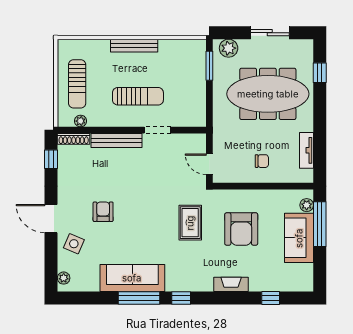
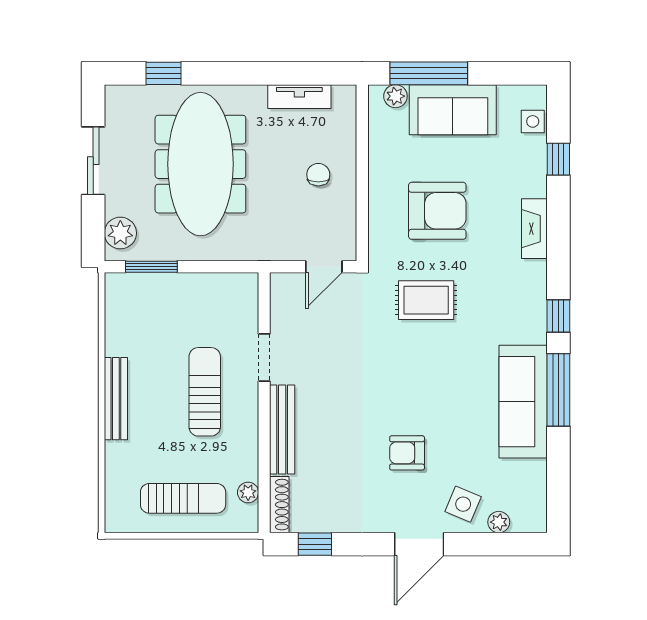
plant: (64, 278) -> (499, 522), moved
side table: (292, 283) -> (533, 121), added

